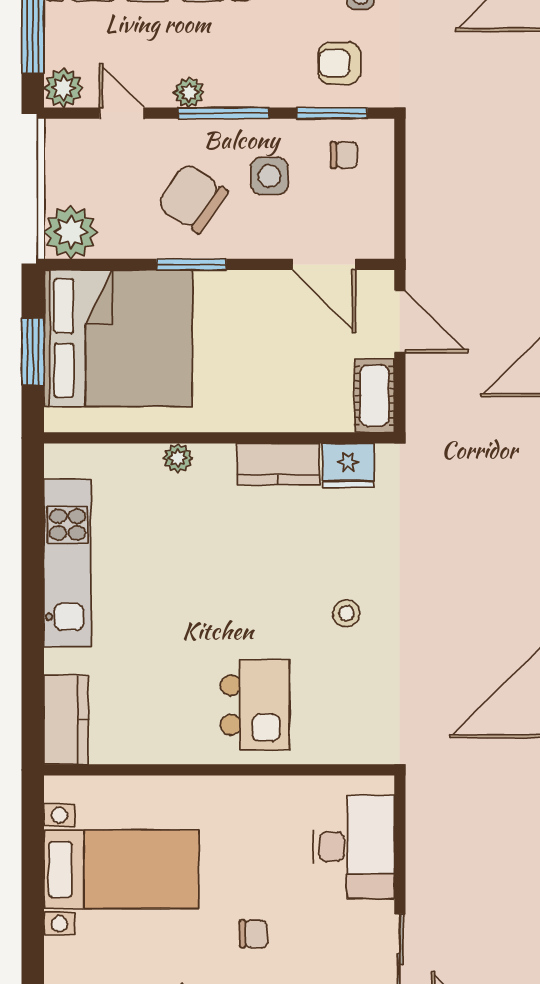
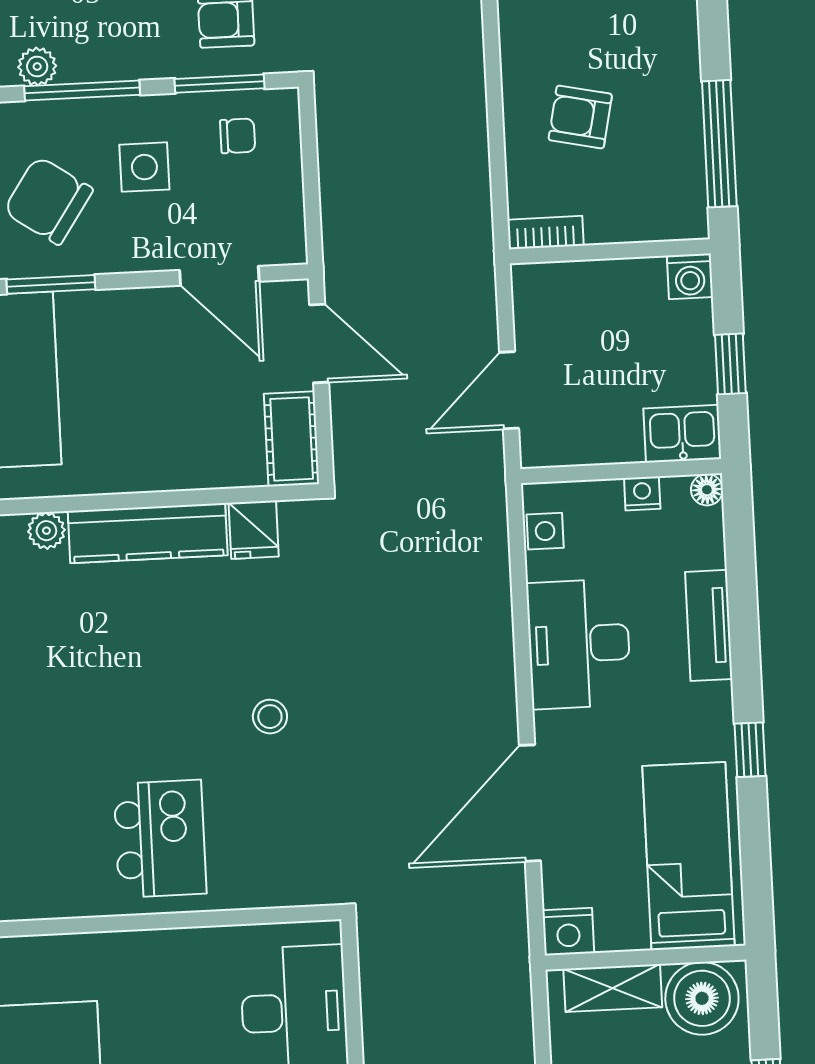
kitchen counter: (278, 464) -> (148, 533), width x1.50
fridge: (348, 466) -> (254, 530), width x0.72

